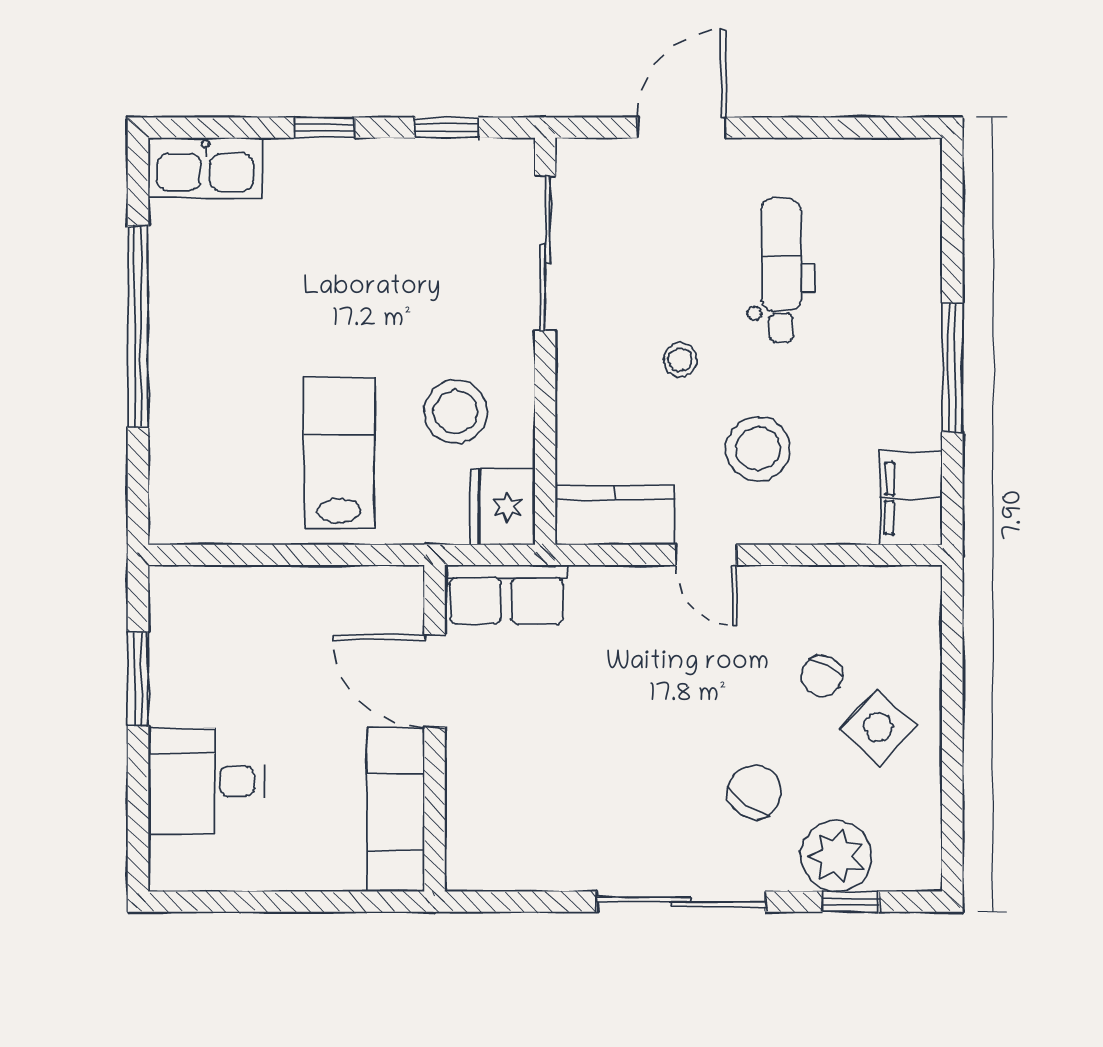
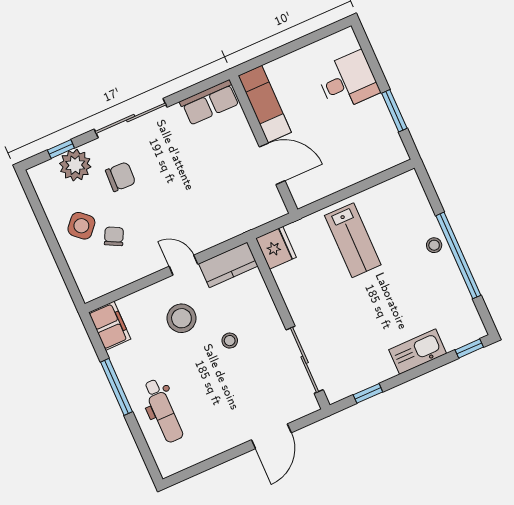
window: (324, 128) -> (469, 349), moved
kitchen sink: (205, 168) -> (418, 352), moved
dental chair: (781, 270) -> (163, 411), moved
stool: (456, 412) -> (434, 245), moved, width x0.53, depth x0.53
row of seats: (506, 594) -> (210, 103), moved, turned 180
chair: (755, 792) -> (120, 177), turned -122

